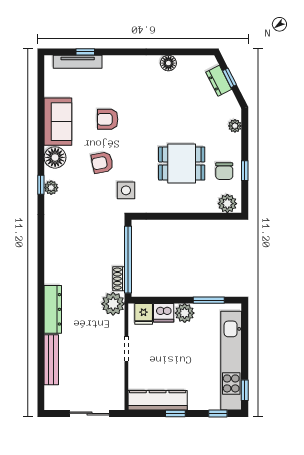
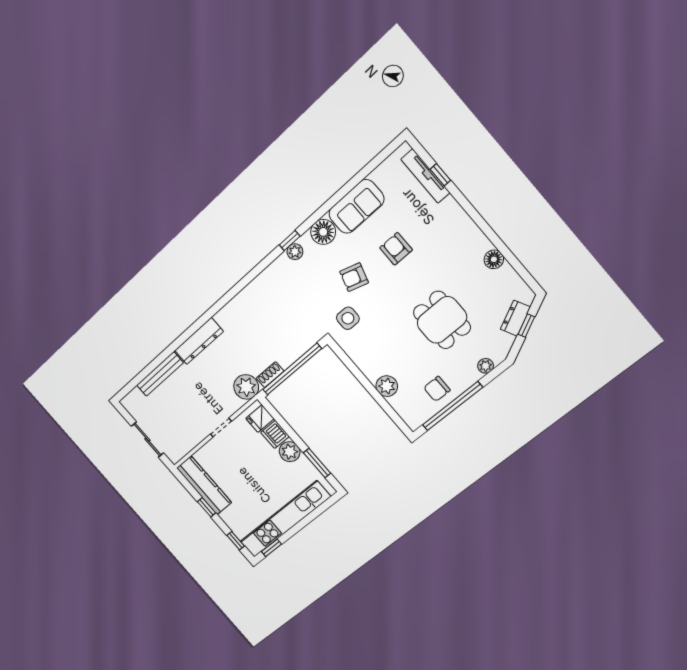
armchair: (102, 163) -> (354, 277), turned -62
dining table: (182, 163) -> (442, 320), moved
window: (245, 171) -> (452, 406), width x3.17
plant: (227, 204) -> (387, 386), moved

